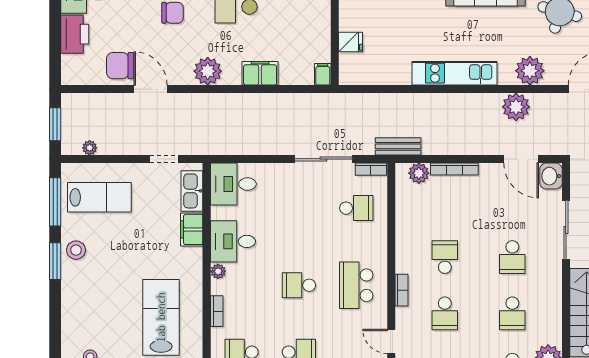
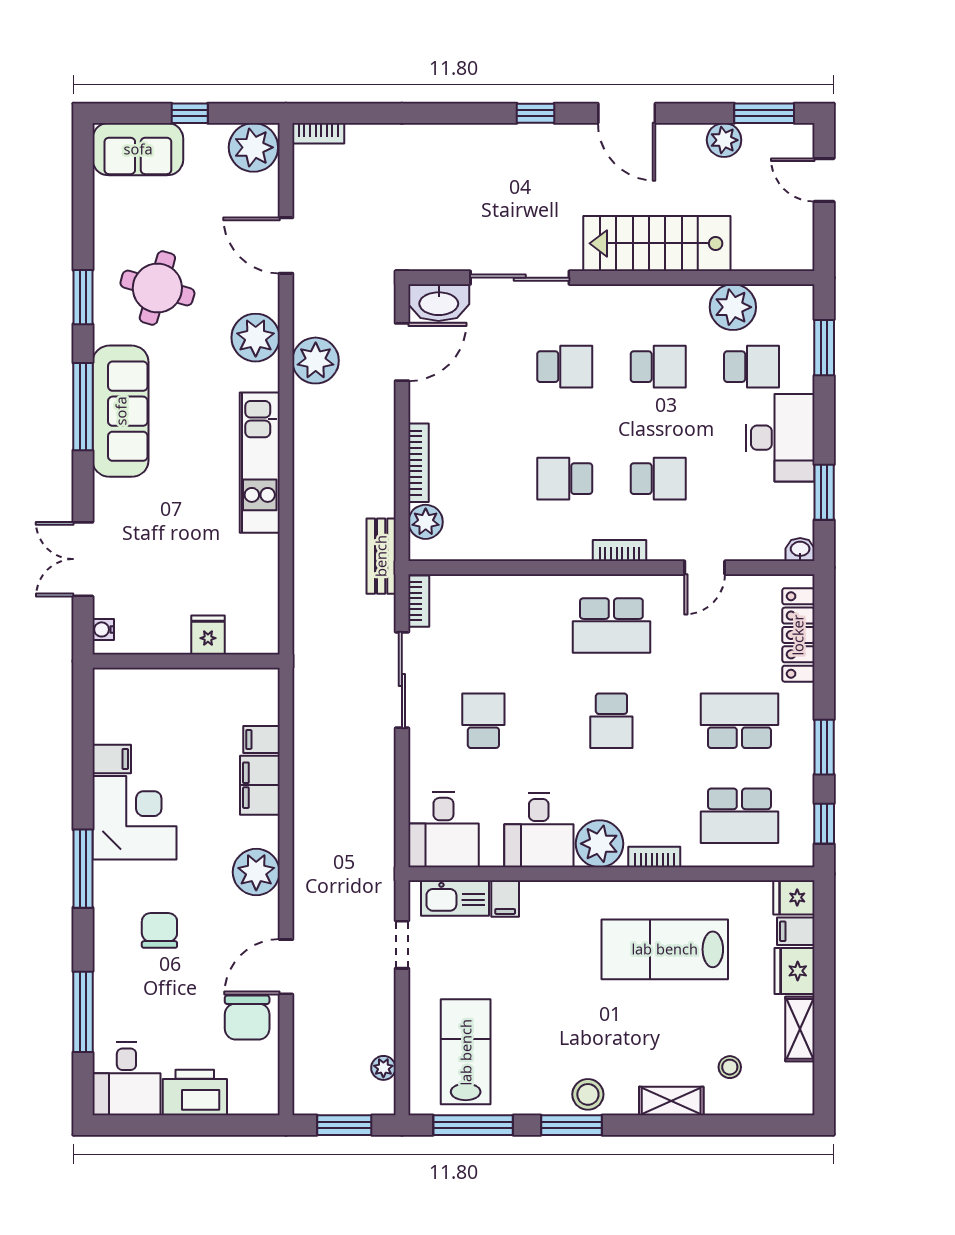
filing cabinet: (323, 74) -> (261, 739), moved
washbasin: (551, 176) -> (439, 303), width x1.38
school desk: (356, 208) -> (483, 721), moved
filing cabinet: (192, 229) -> (505, 899), width x0.50
stool: (76, 250) -> (588, 1094), moved
plant: (218, 271) -> (600, 844), width x1.88, depth x1.88
shelving: (70, 321) -> (671, 1101), added

